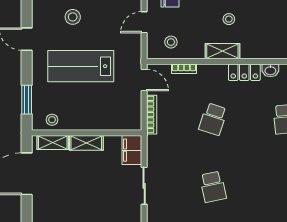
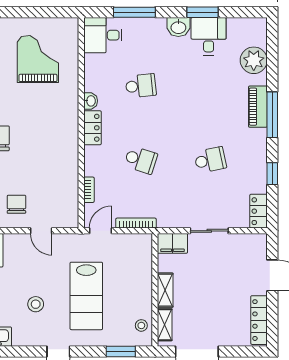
stool: (229, 19) -> (38, 144), removed
stool: (171, 42) -> (61, 203), removed
shelving: (222, 51) -> (71, 150), removed

